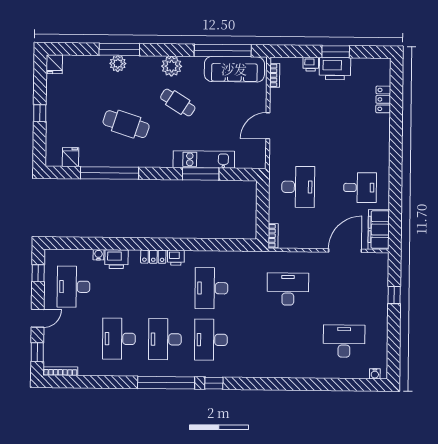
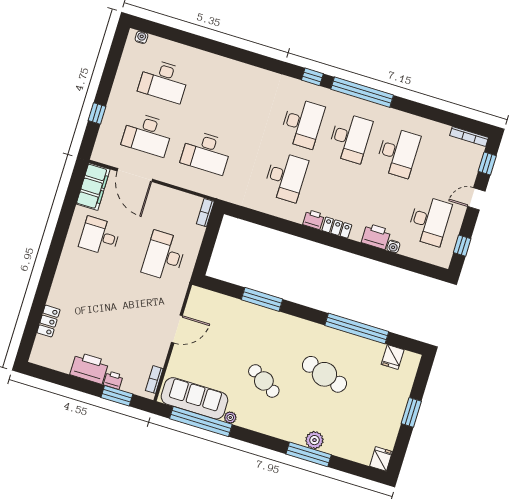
window: (336, 52) -> (117, 396), moved
plant: (172, 66) -> (230, 418), moved, width x0.53, depth x0.53
window: (40, 113) -> (411, 412), width x1.50
kitchen unit: (204, 159) -> (254, 314), removed
door: (345, 251) -> (135, 175), hinge flipped
desk: (345, 290) -> (147, 134), added

